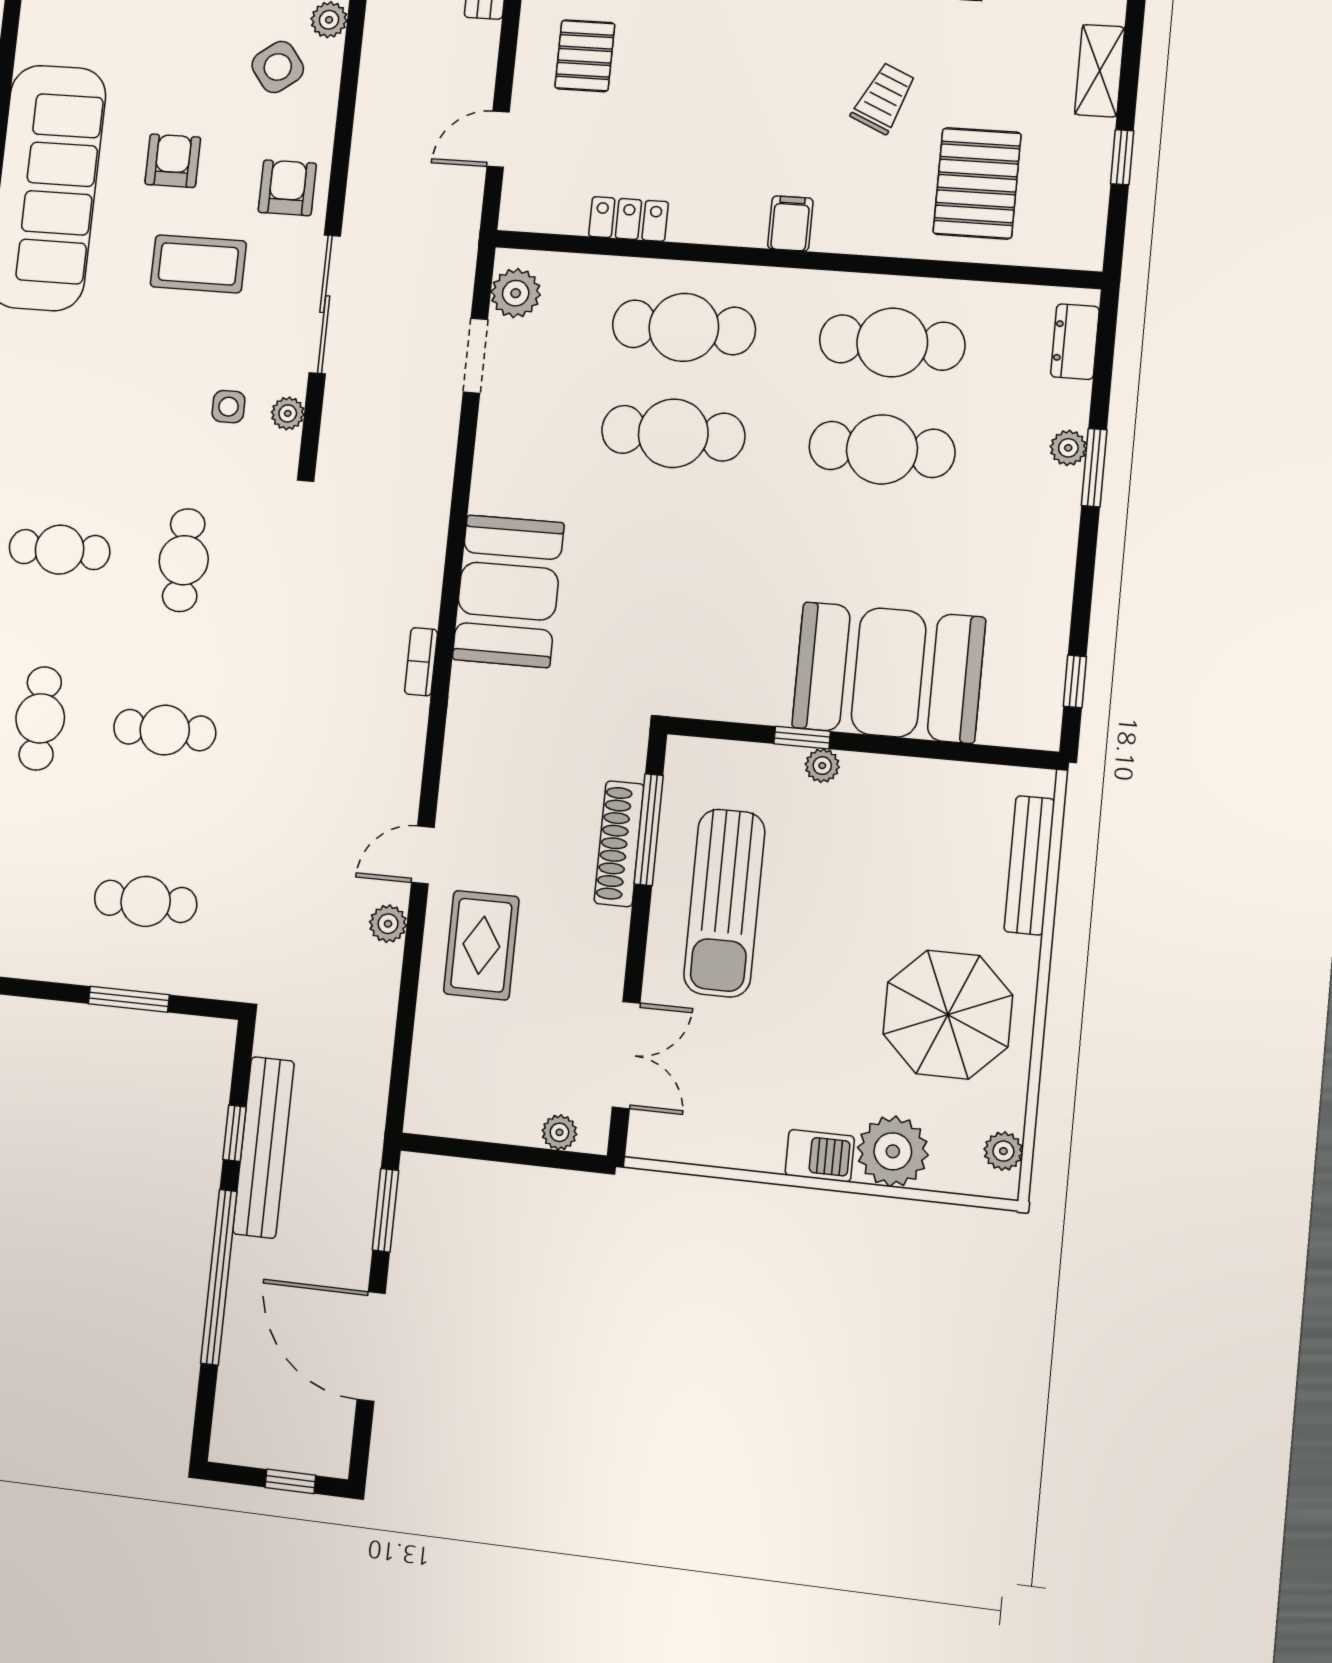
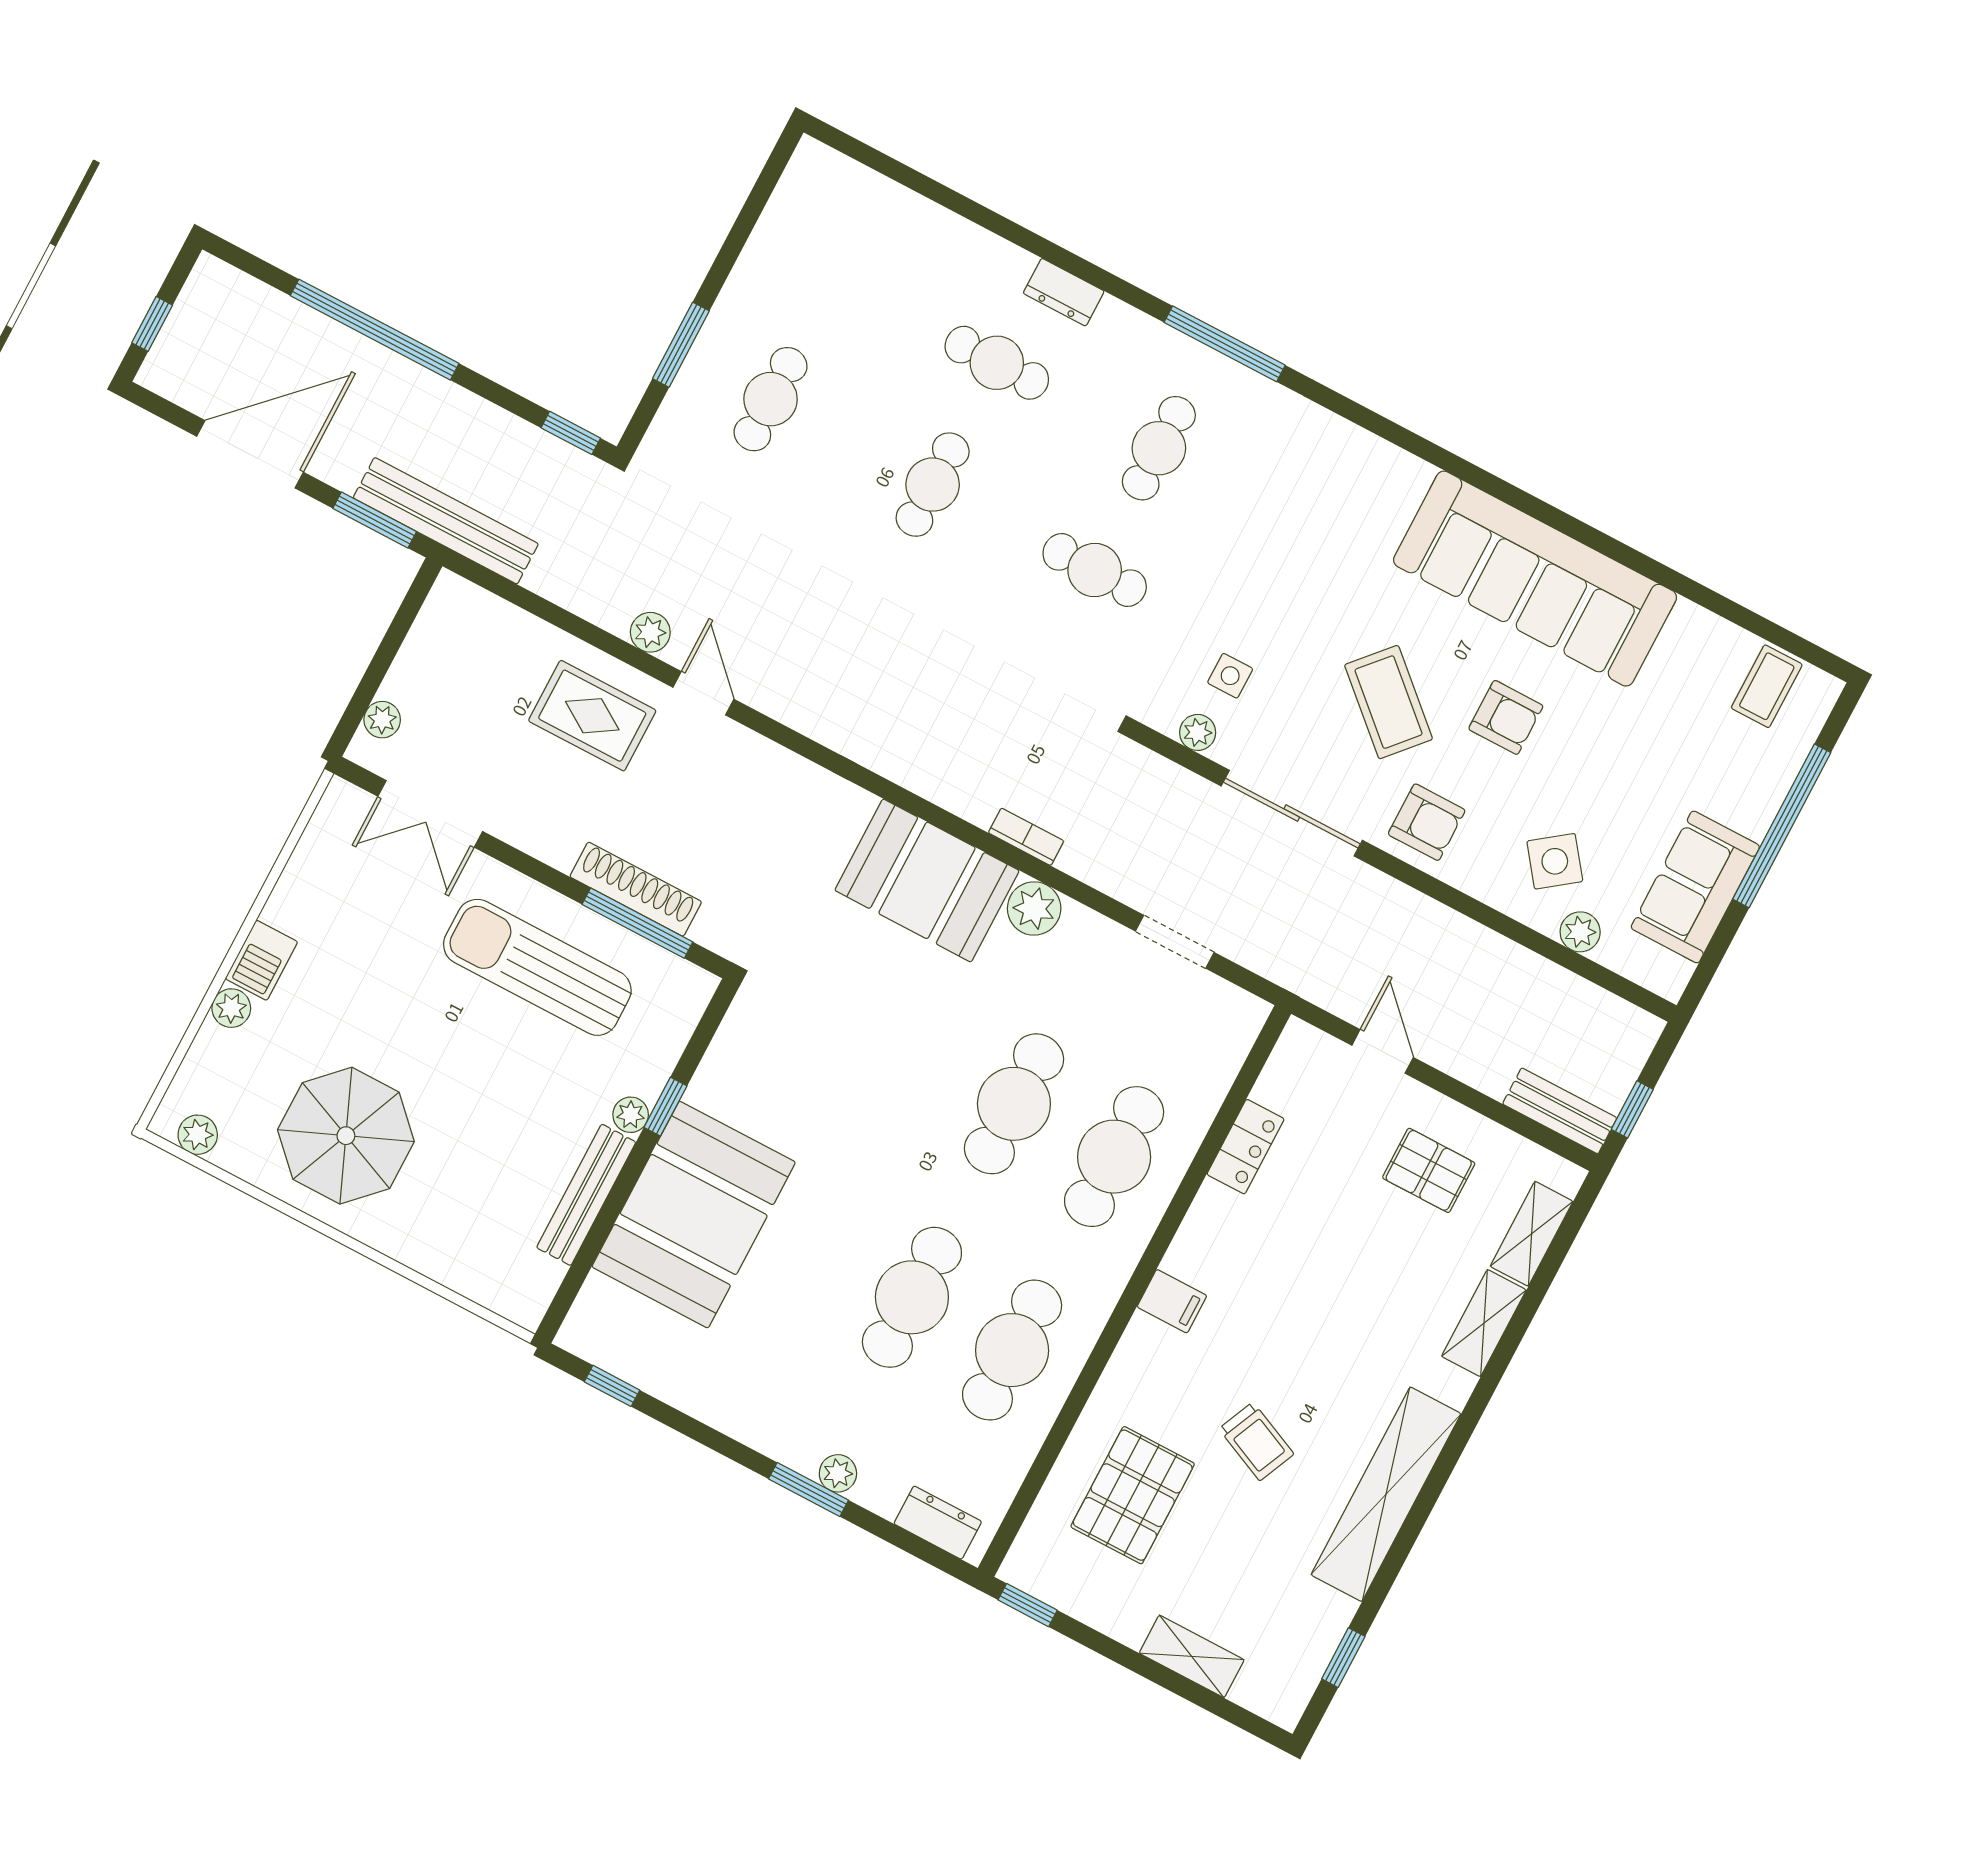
window: (1122, 157) -> (1028, 1605), moved
pallet: (977, 183) -> (1133, 1495), turned 90
coffee table: (198, 264) -> (1389, 702), turned -48
plant: (516, 293) -> (1034, 908), moved
bookcase: (421, 662) -> (1026, 837), moved
bench: (1029, 865) -> (586, 1195), moved, turned 90
window: (234, 1133) -> (571, 433), moved
bench: (263, 1147) -> (446, 521), moved
plant: (893, 1151) -> (231, 1008), width x0.53, depth x0.53

